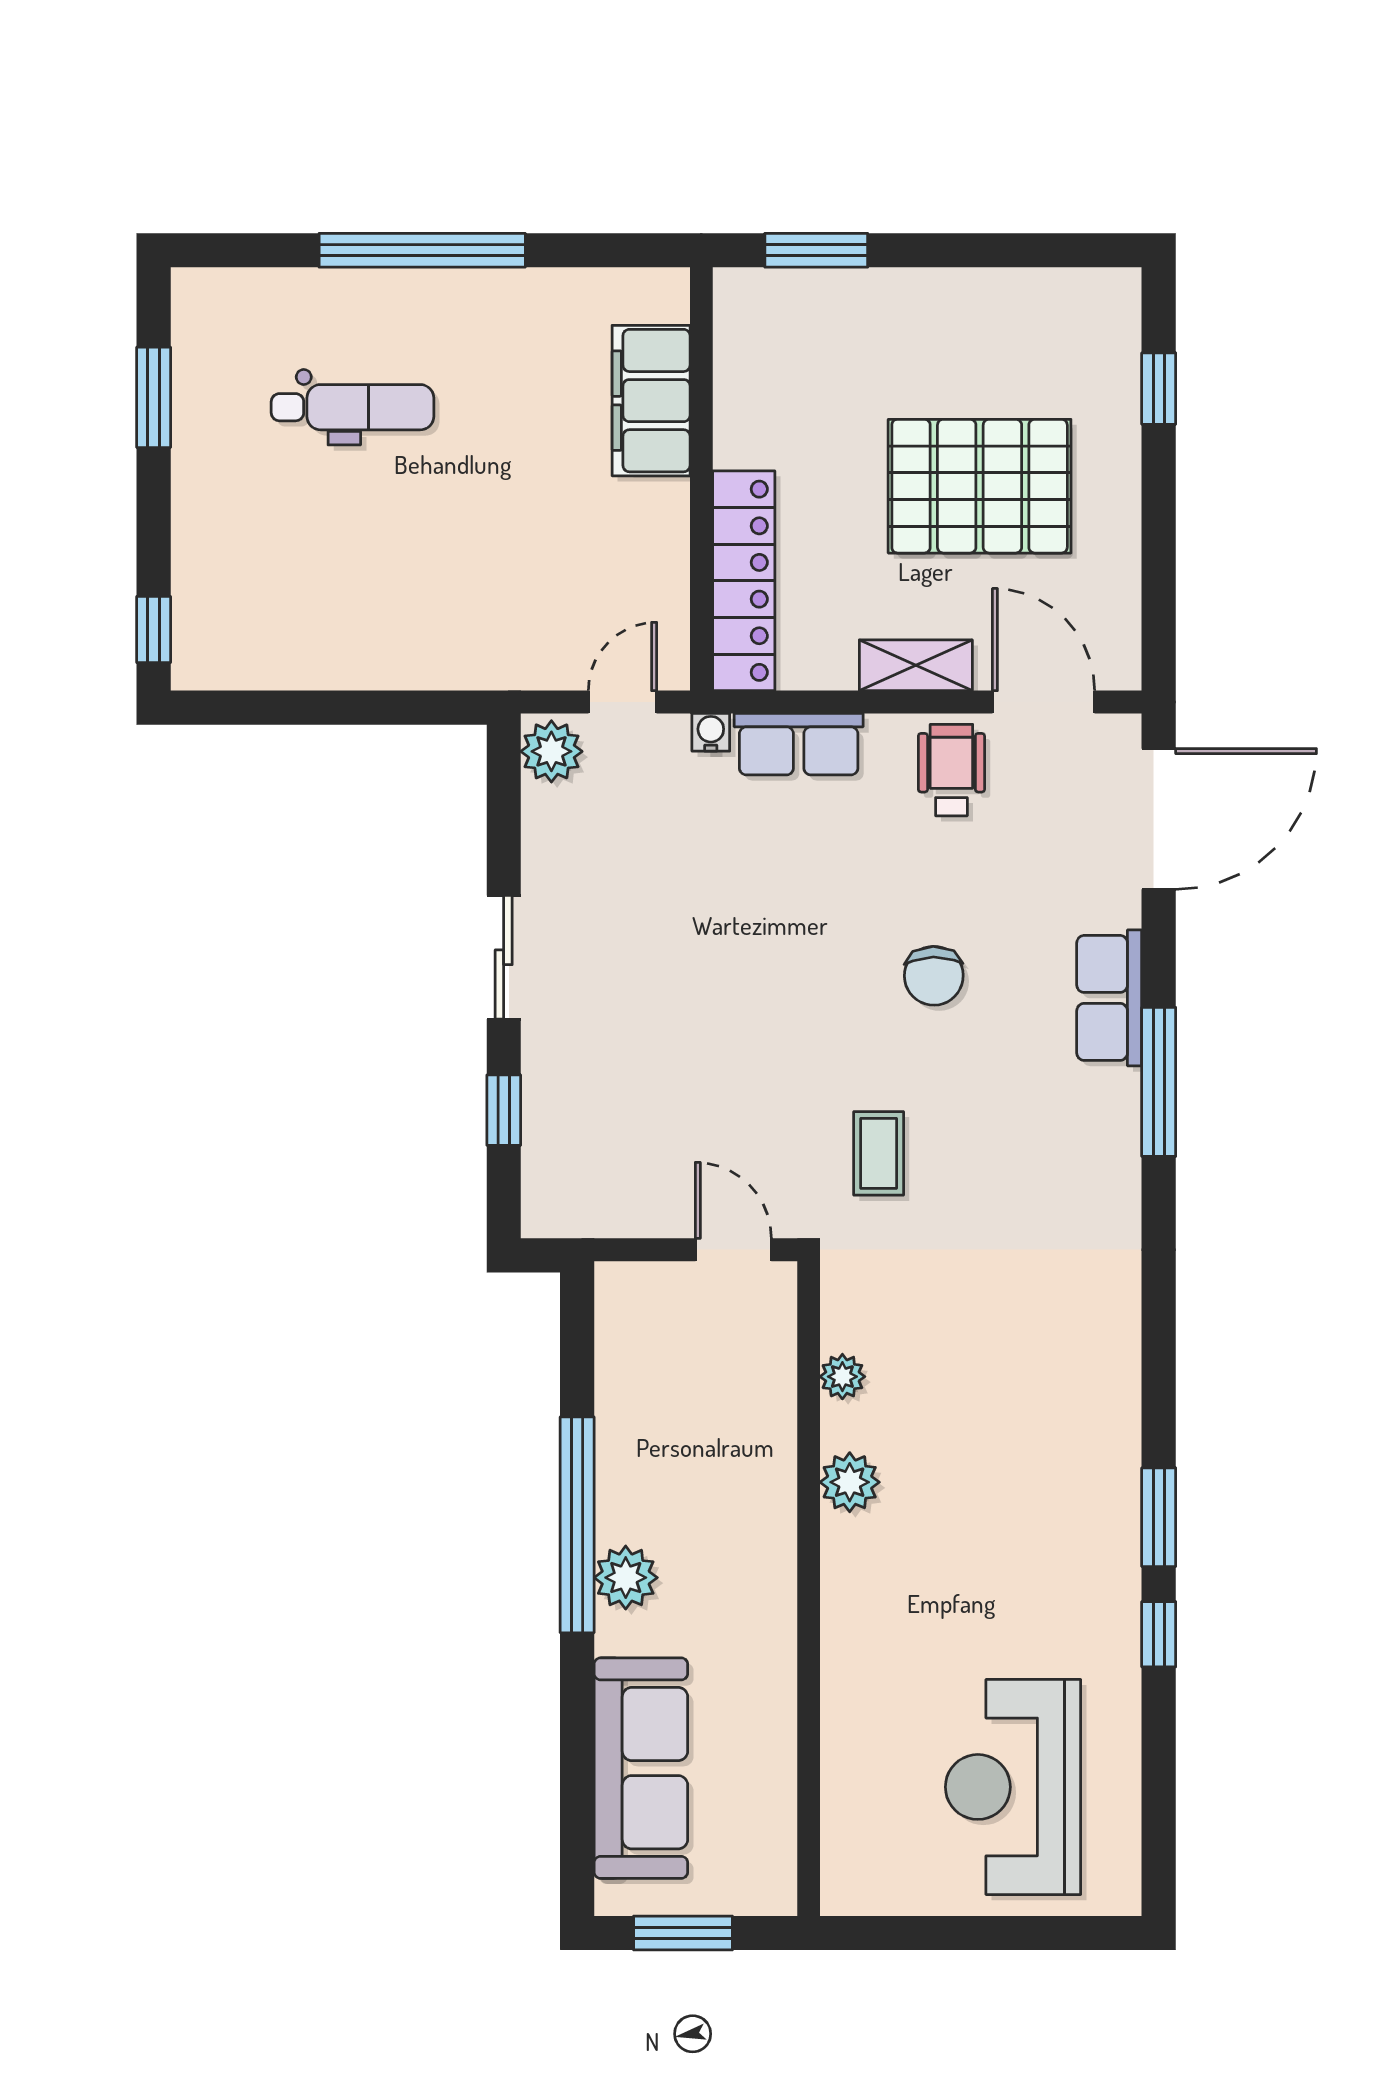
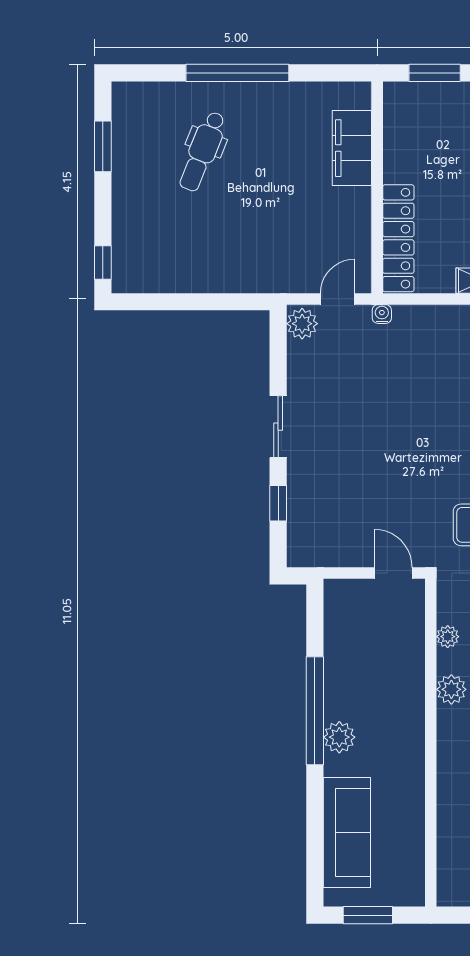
dental chair: (352, 407) -> (203, 151), turned 112
row of seats: (799, 744) -> (426, 320), removed

